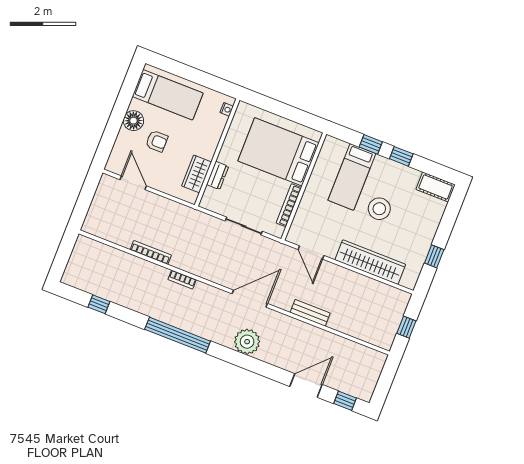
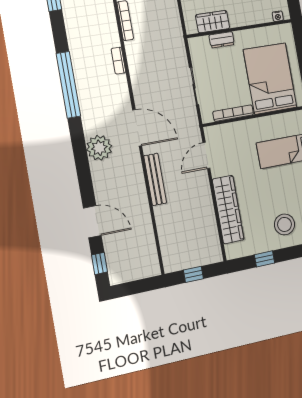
stool: (379, 209) -> (284, 224), moved
bench: (310, 313) -> (155, 179), width x1.36

